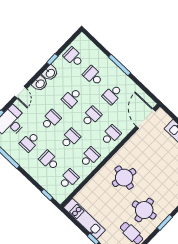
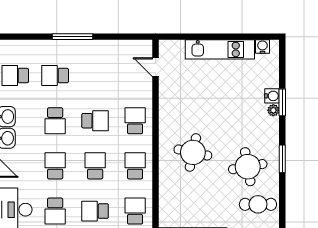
school desk: (112, 94) -> (95, 76), removed
school desk: (91, 116) -> (95, 121), turned 90
door: (146, 119) -> (156, 67), width x0.53

